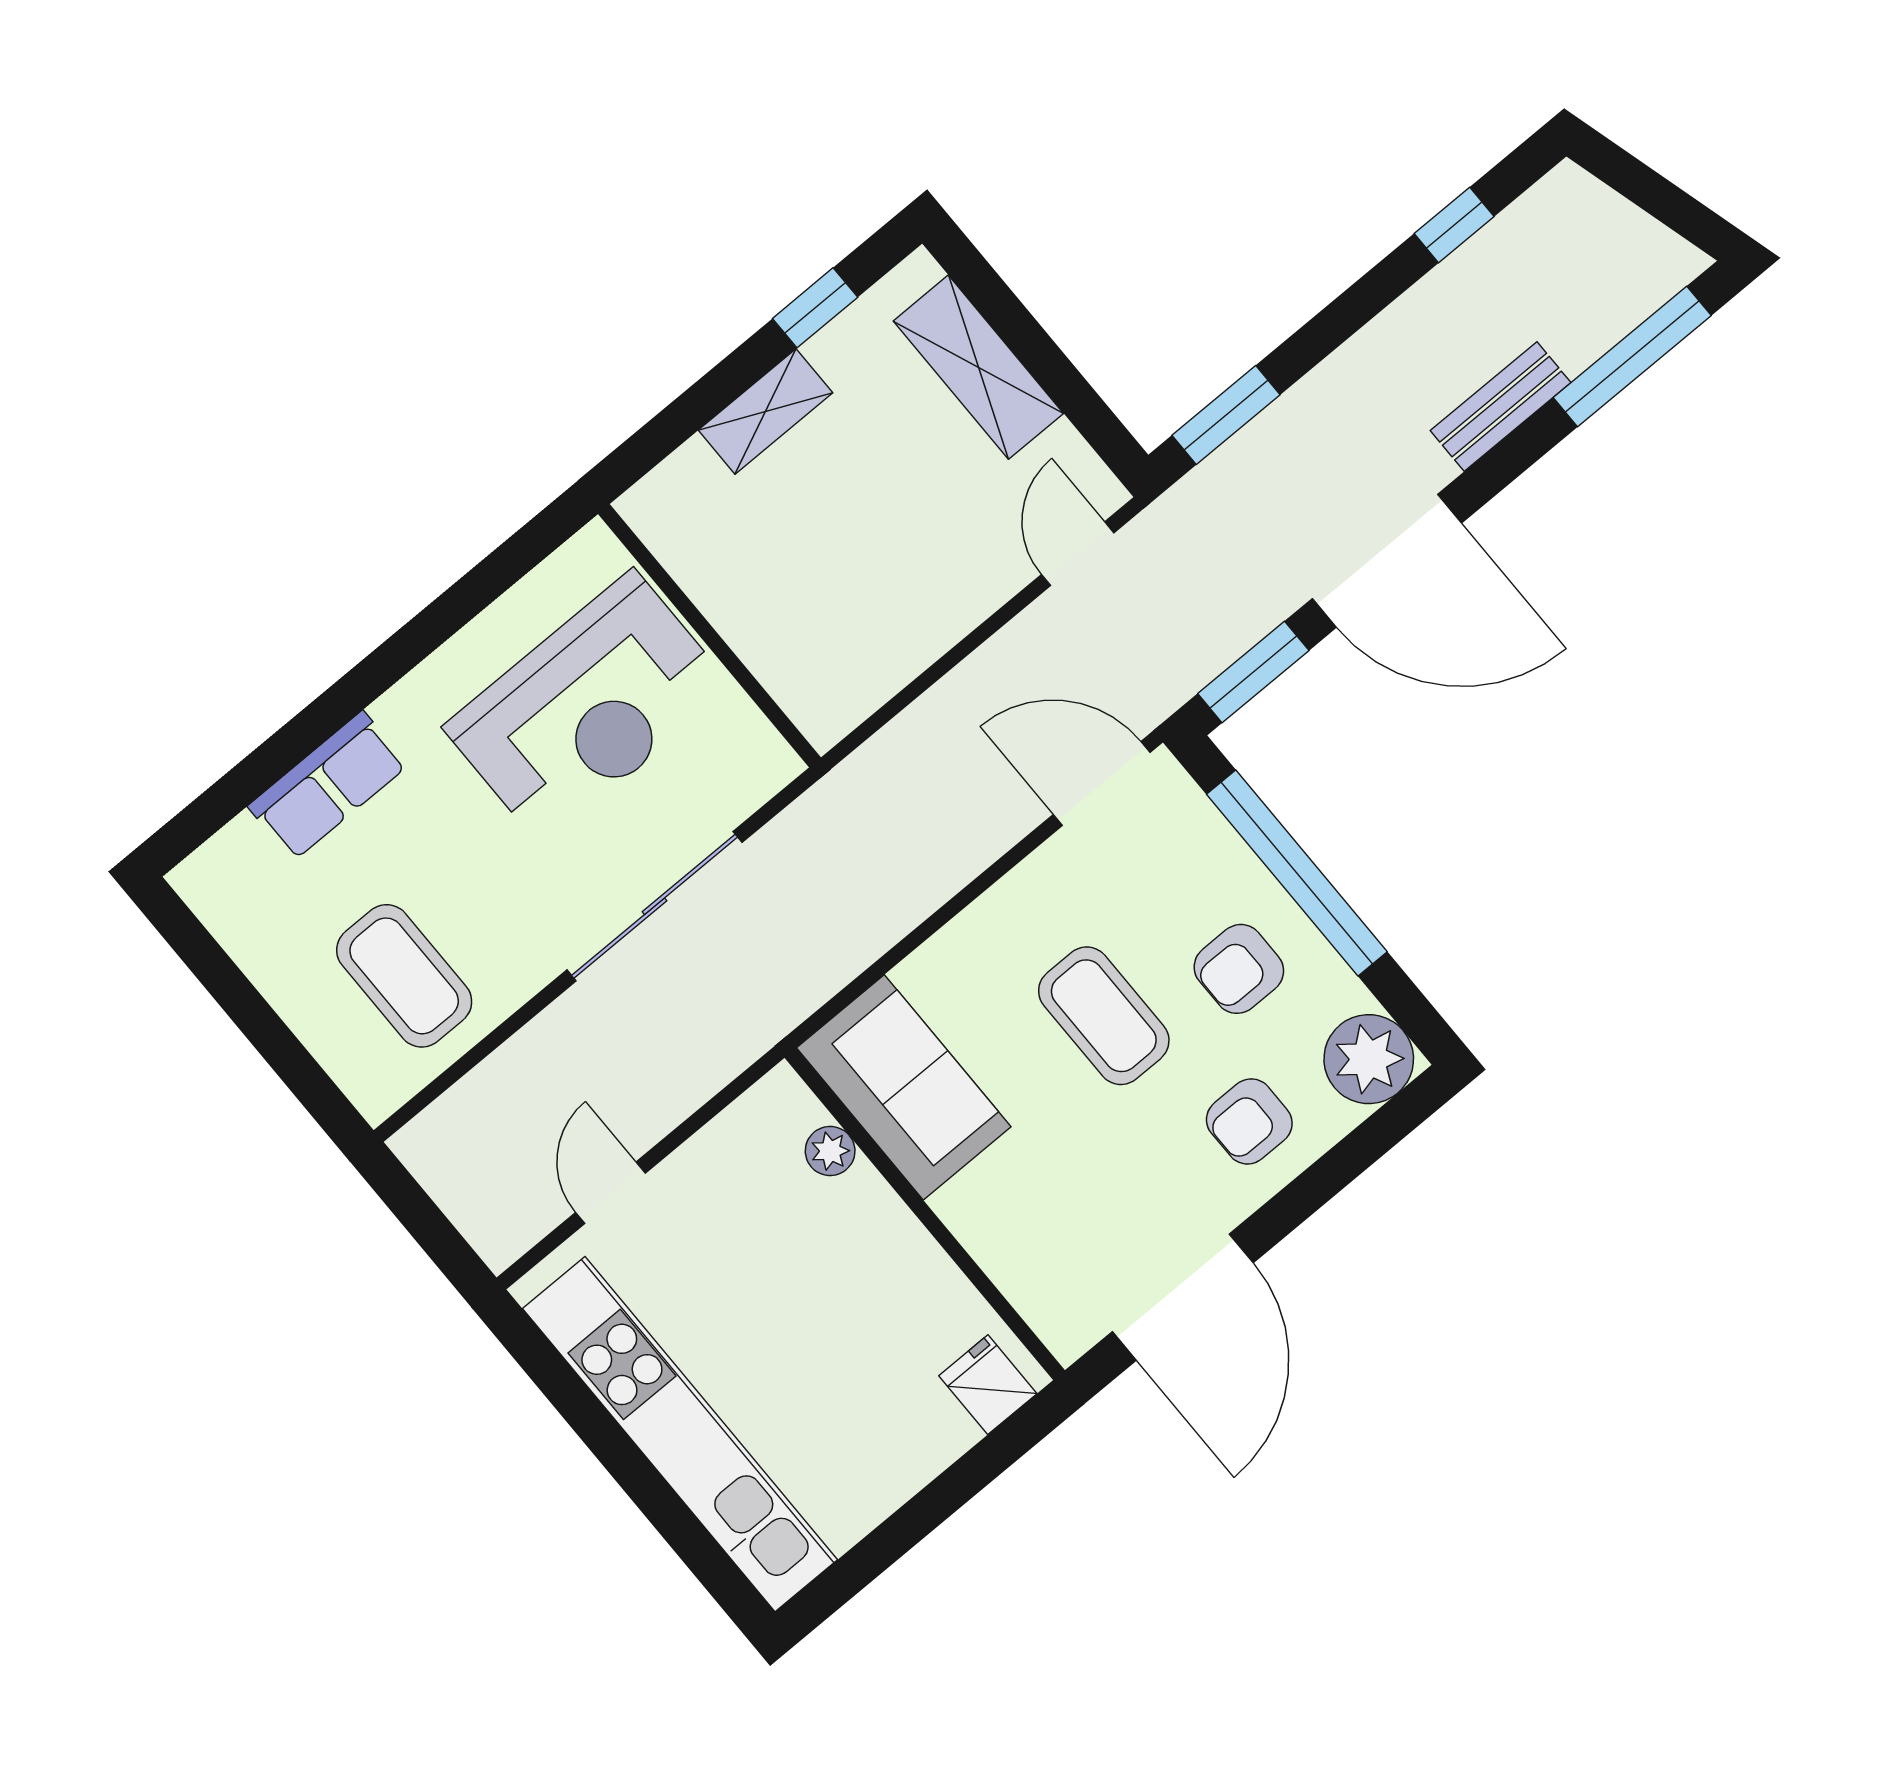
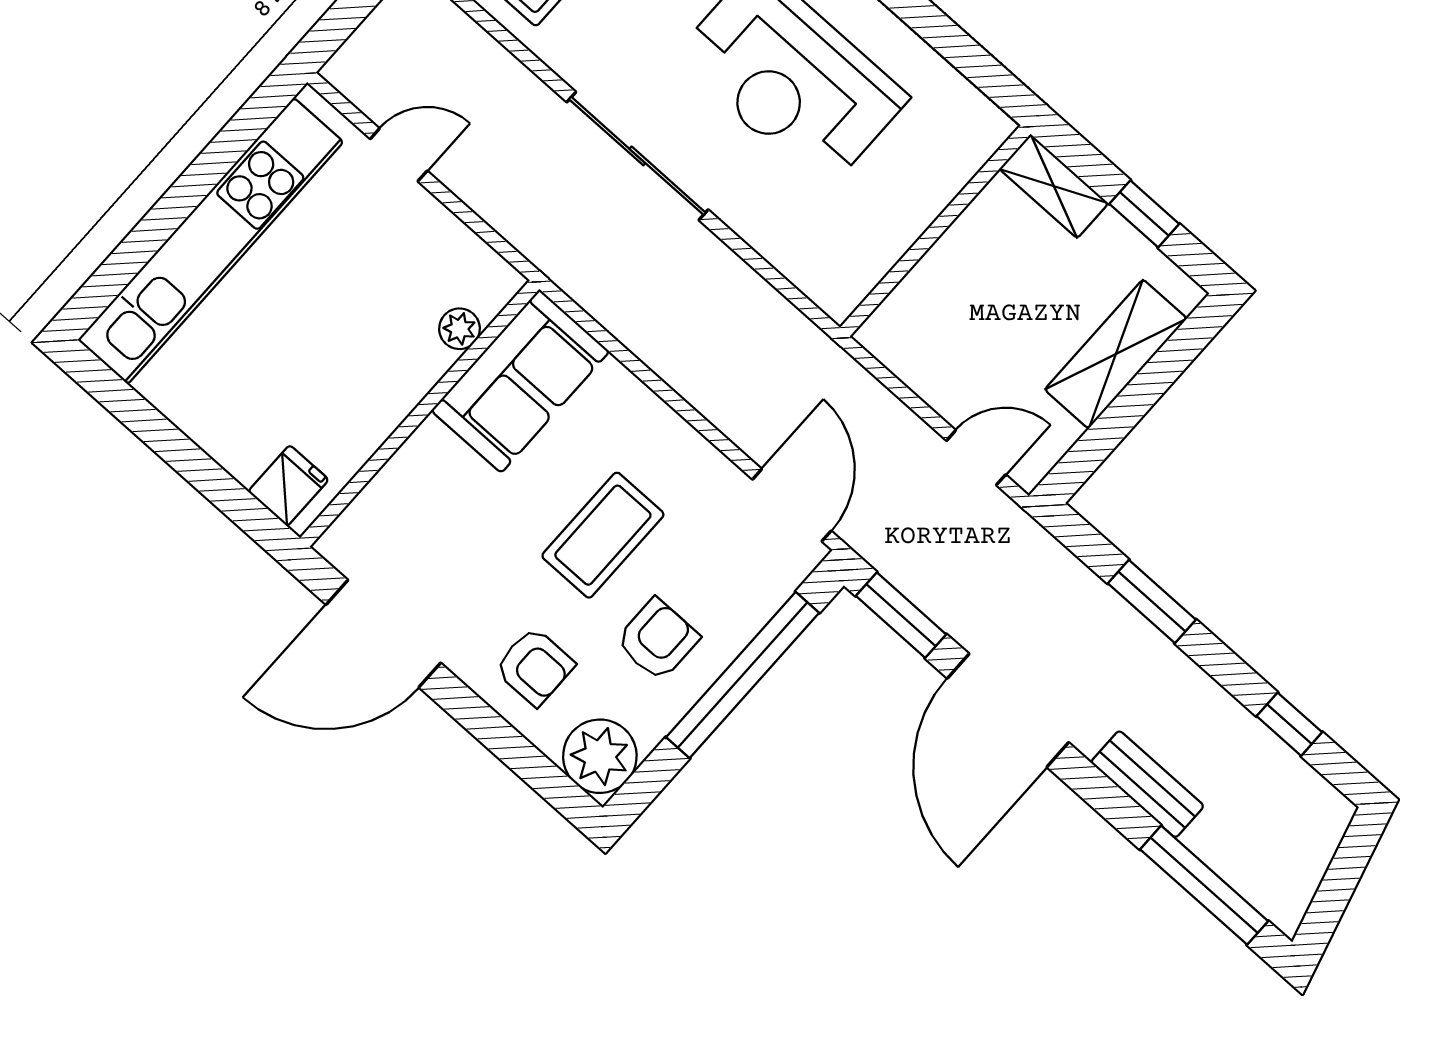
window: (1226, 415) -> (1152, 602), moved
wall: (709, 636) -> (935, 231), moved
armchair: (1239, 969) -> (657, 639), turned 90
armchair: (1249, 1121) -> (535, 667), turned 180

